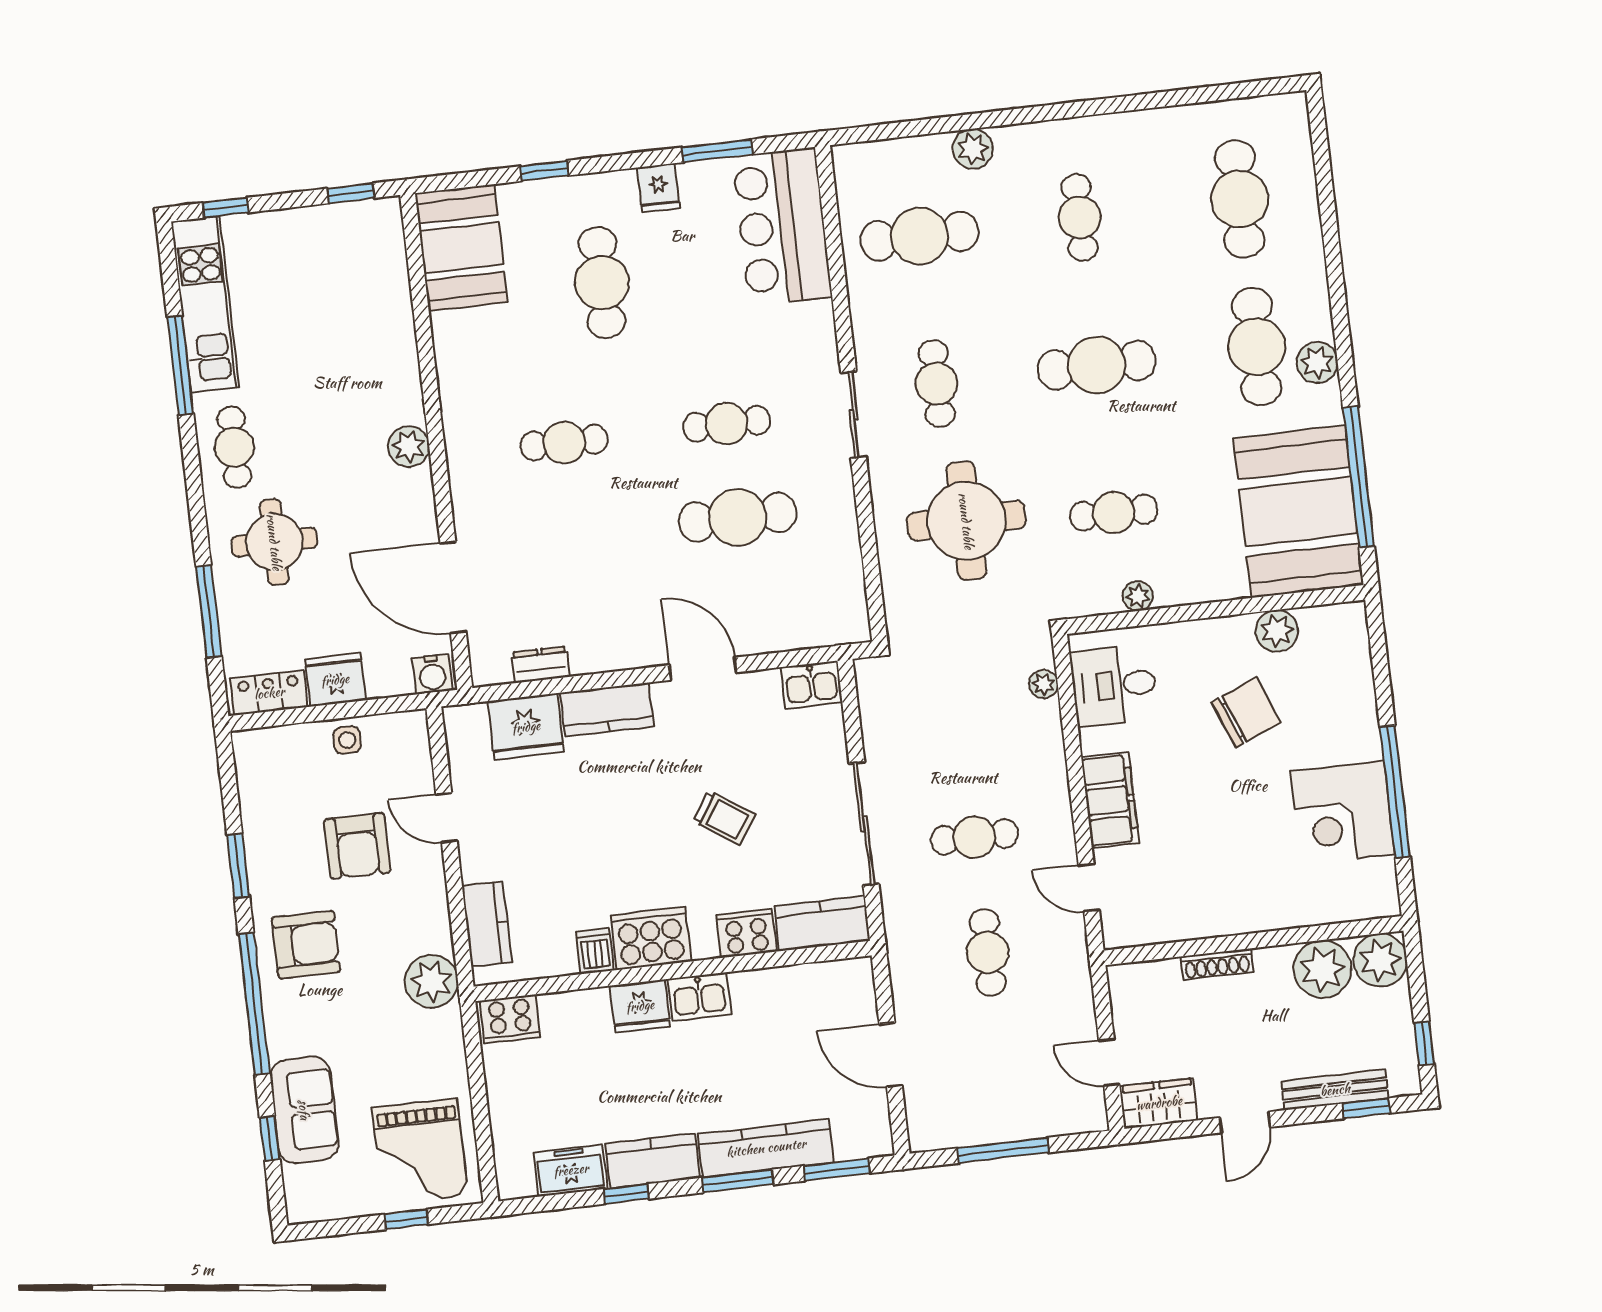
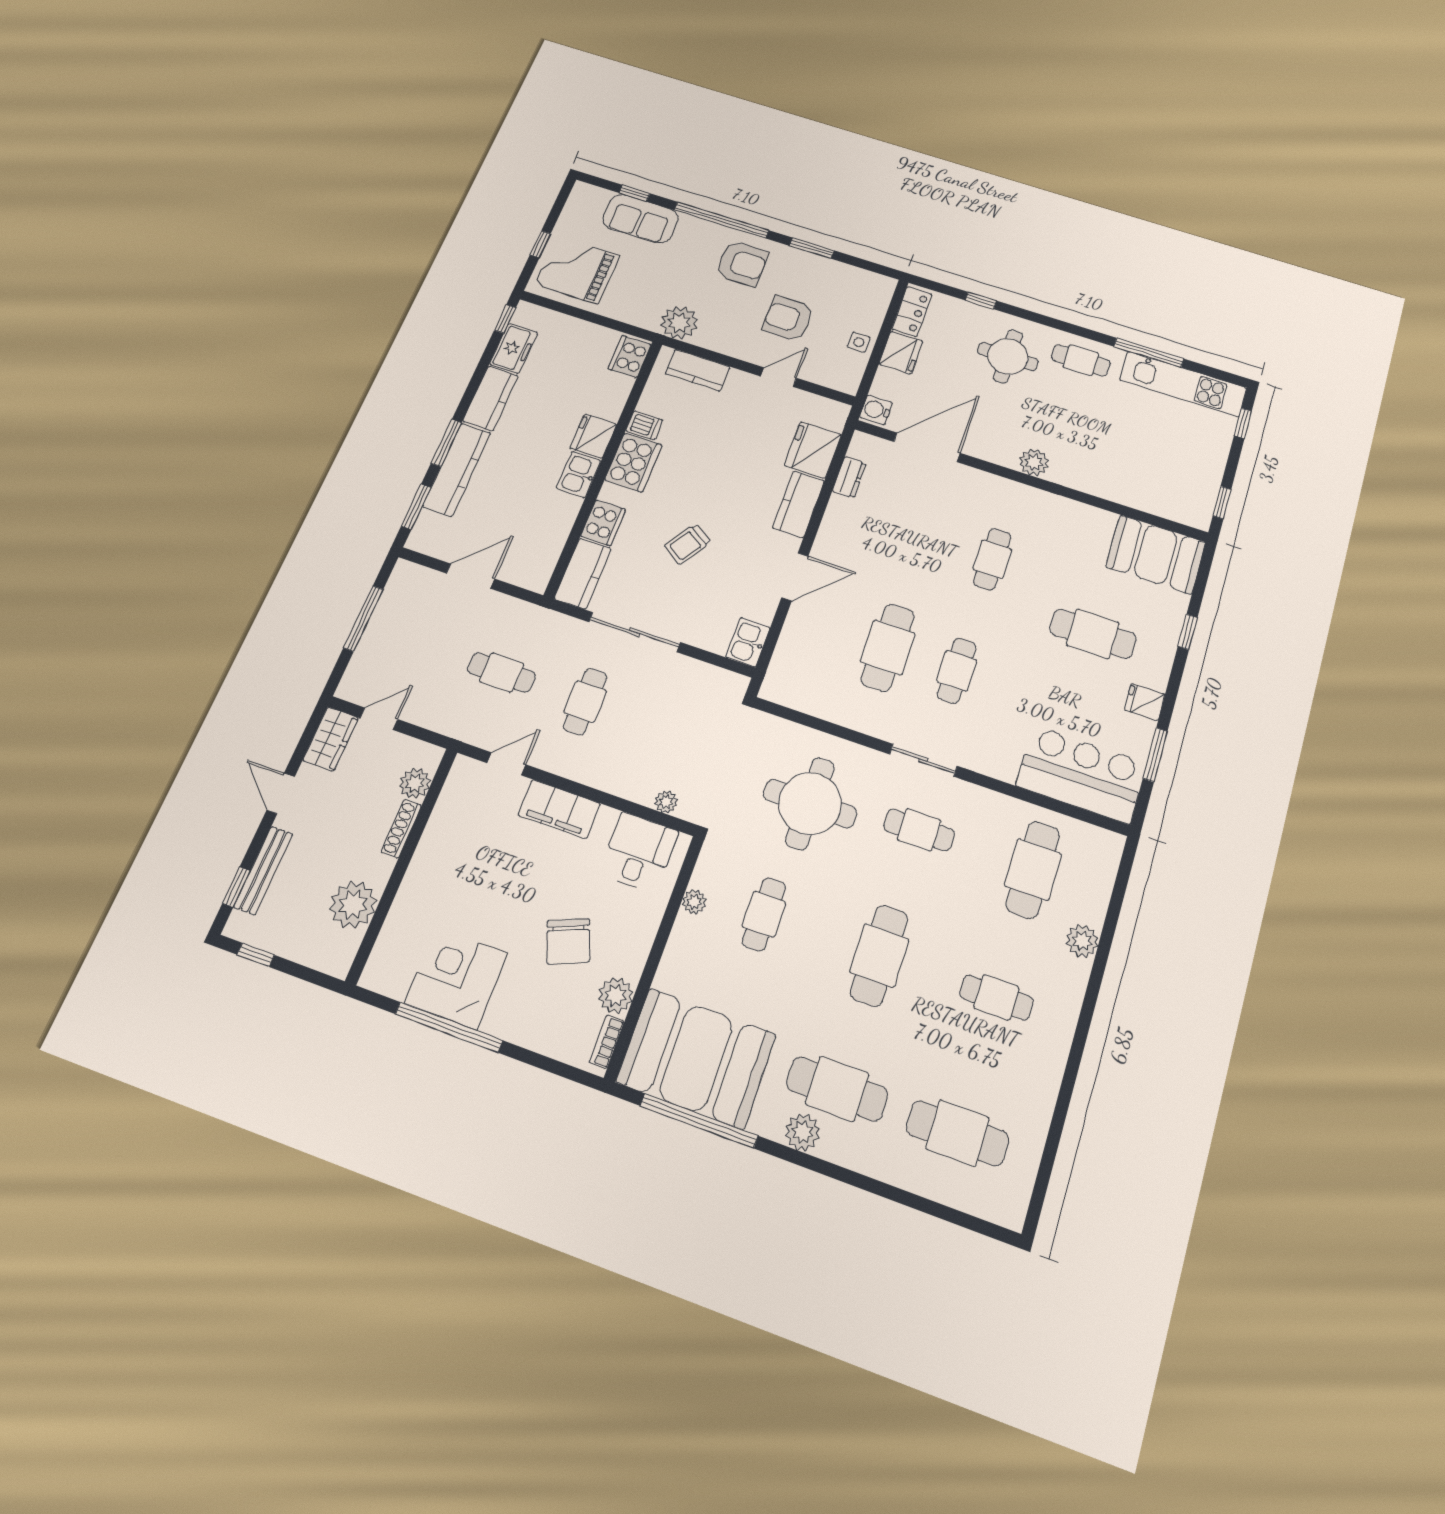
window: (209, 612) -> (981, 301), width x0.46
bookcase: (1328, 615) -> (607, 1042), added
armchair: (306, 945) -> (742, 264), turned -90
plant: (1380, 960) -> (415, 783), moved, width x0.73, depth x0.73
window: (626, 1194) -> (505, 319), moved

